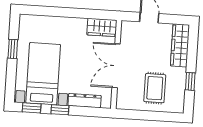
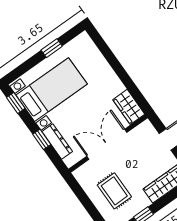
rug: (155, 88) -> (114, 191), turned 90
window: (60, 110) -> (42, 139), moved

